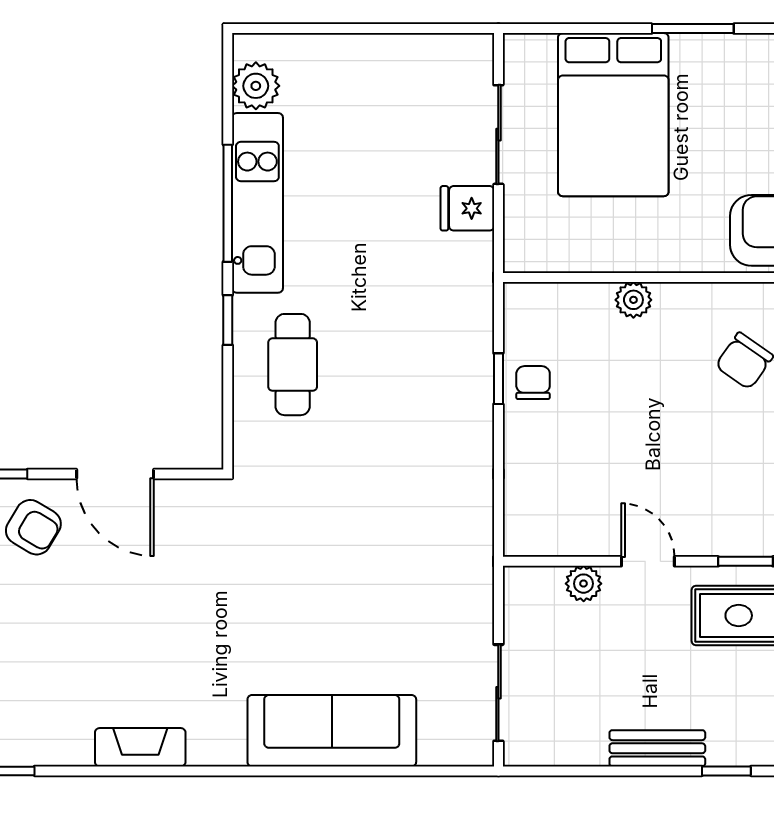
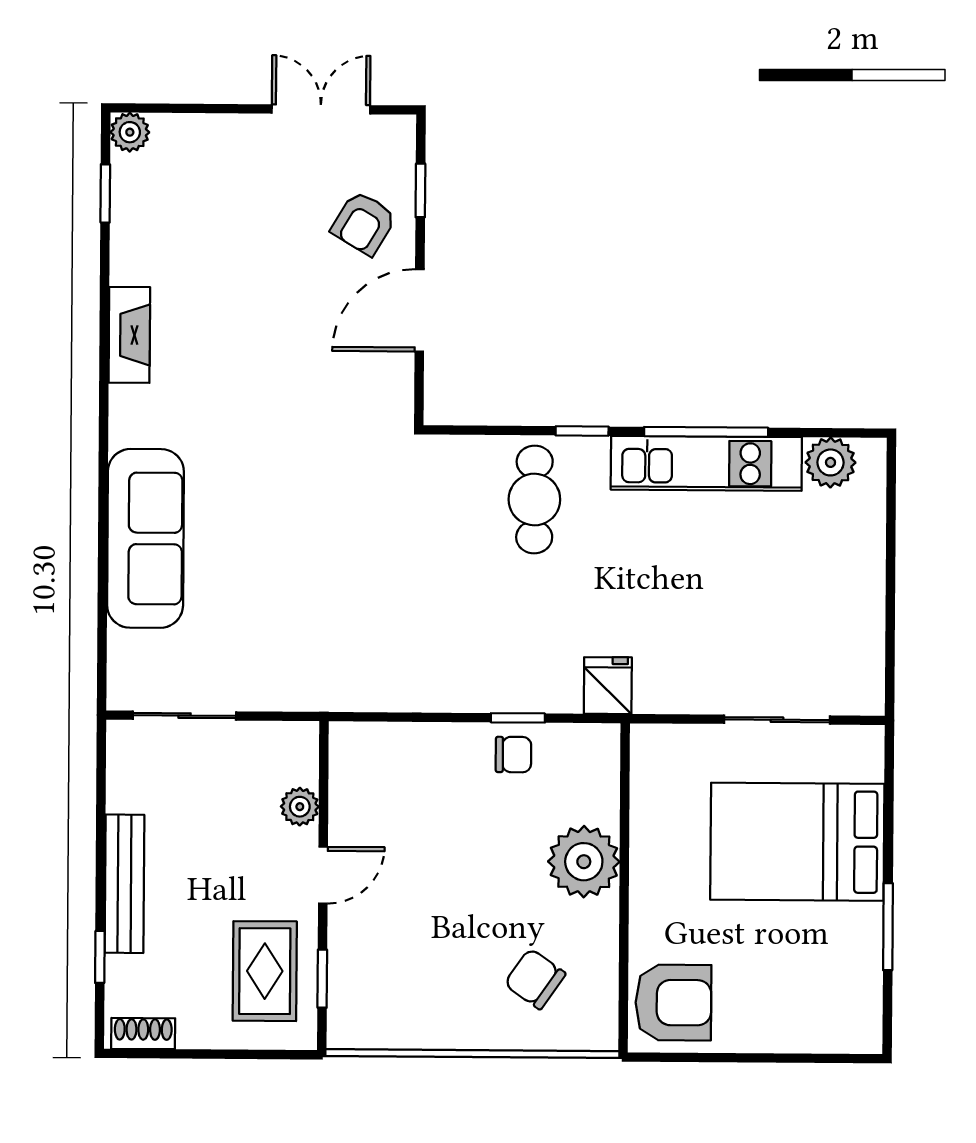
fridge: (467, 208) -> (608, 686), moved
plant: (633, 300) -> (584, 862), width x1.87, depth x1.87
cafe table: (293, 365) -> (534, 500), turned 90
bench: (657, 748) -> (124, 884), width x1.36

